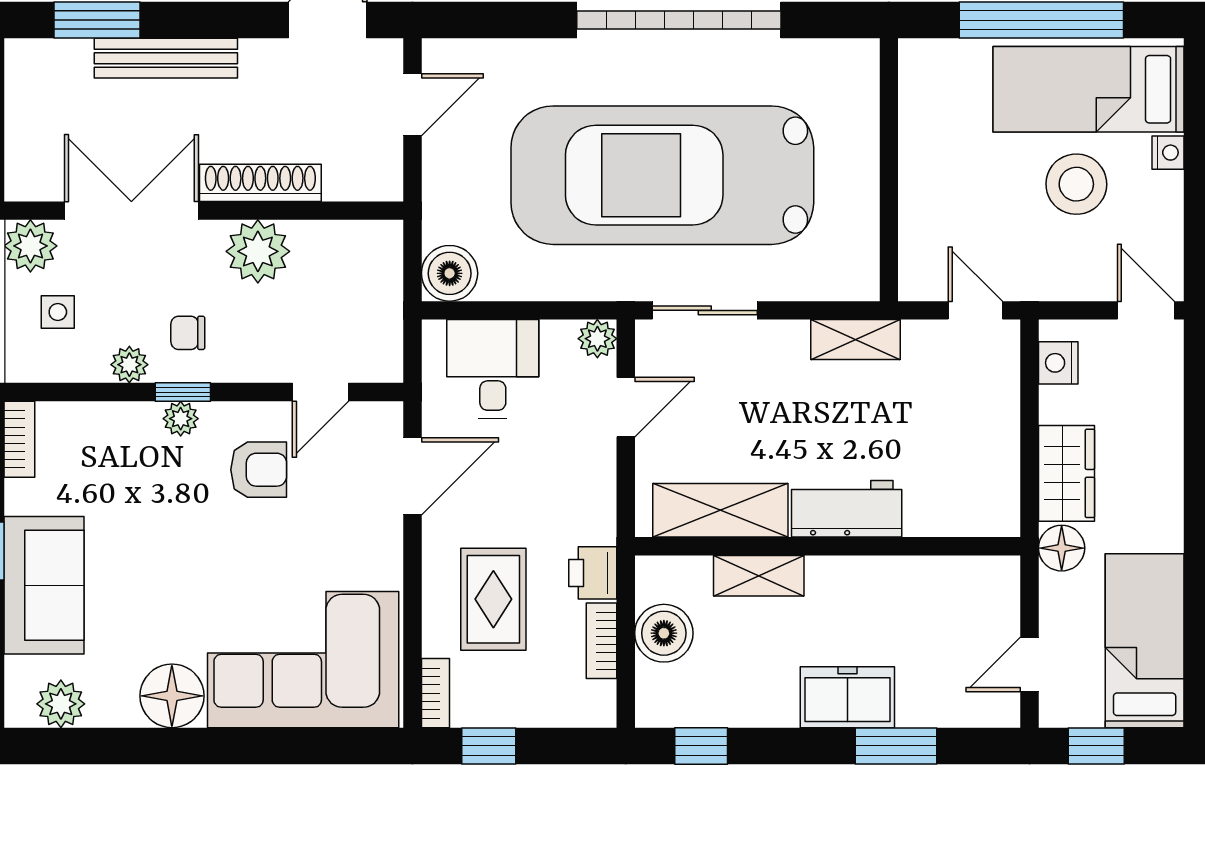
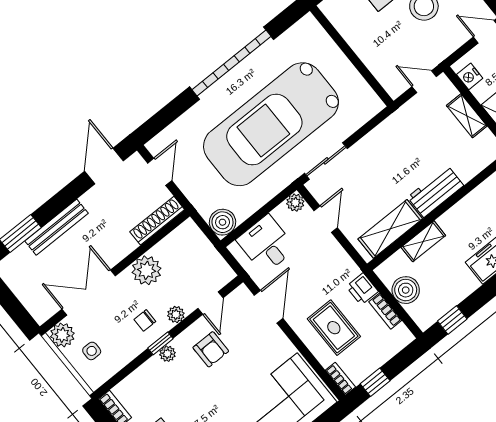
shoe rack: (260, 183) -> (157, 221), moved
shelving: (856, 340) -> (467, 116), moved, turned 90
plant: (129, 365) -> (176, 314), moved
armchair: (259, 470) -> (211, 349), turned 90

